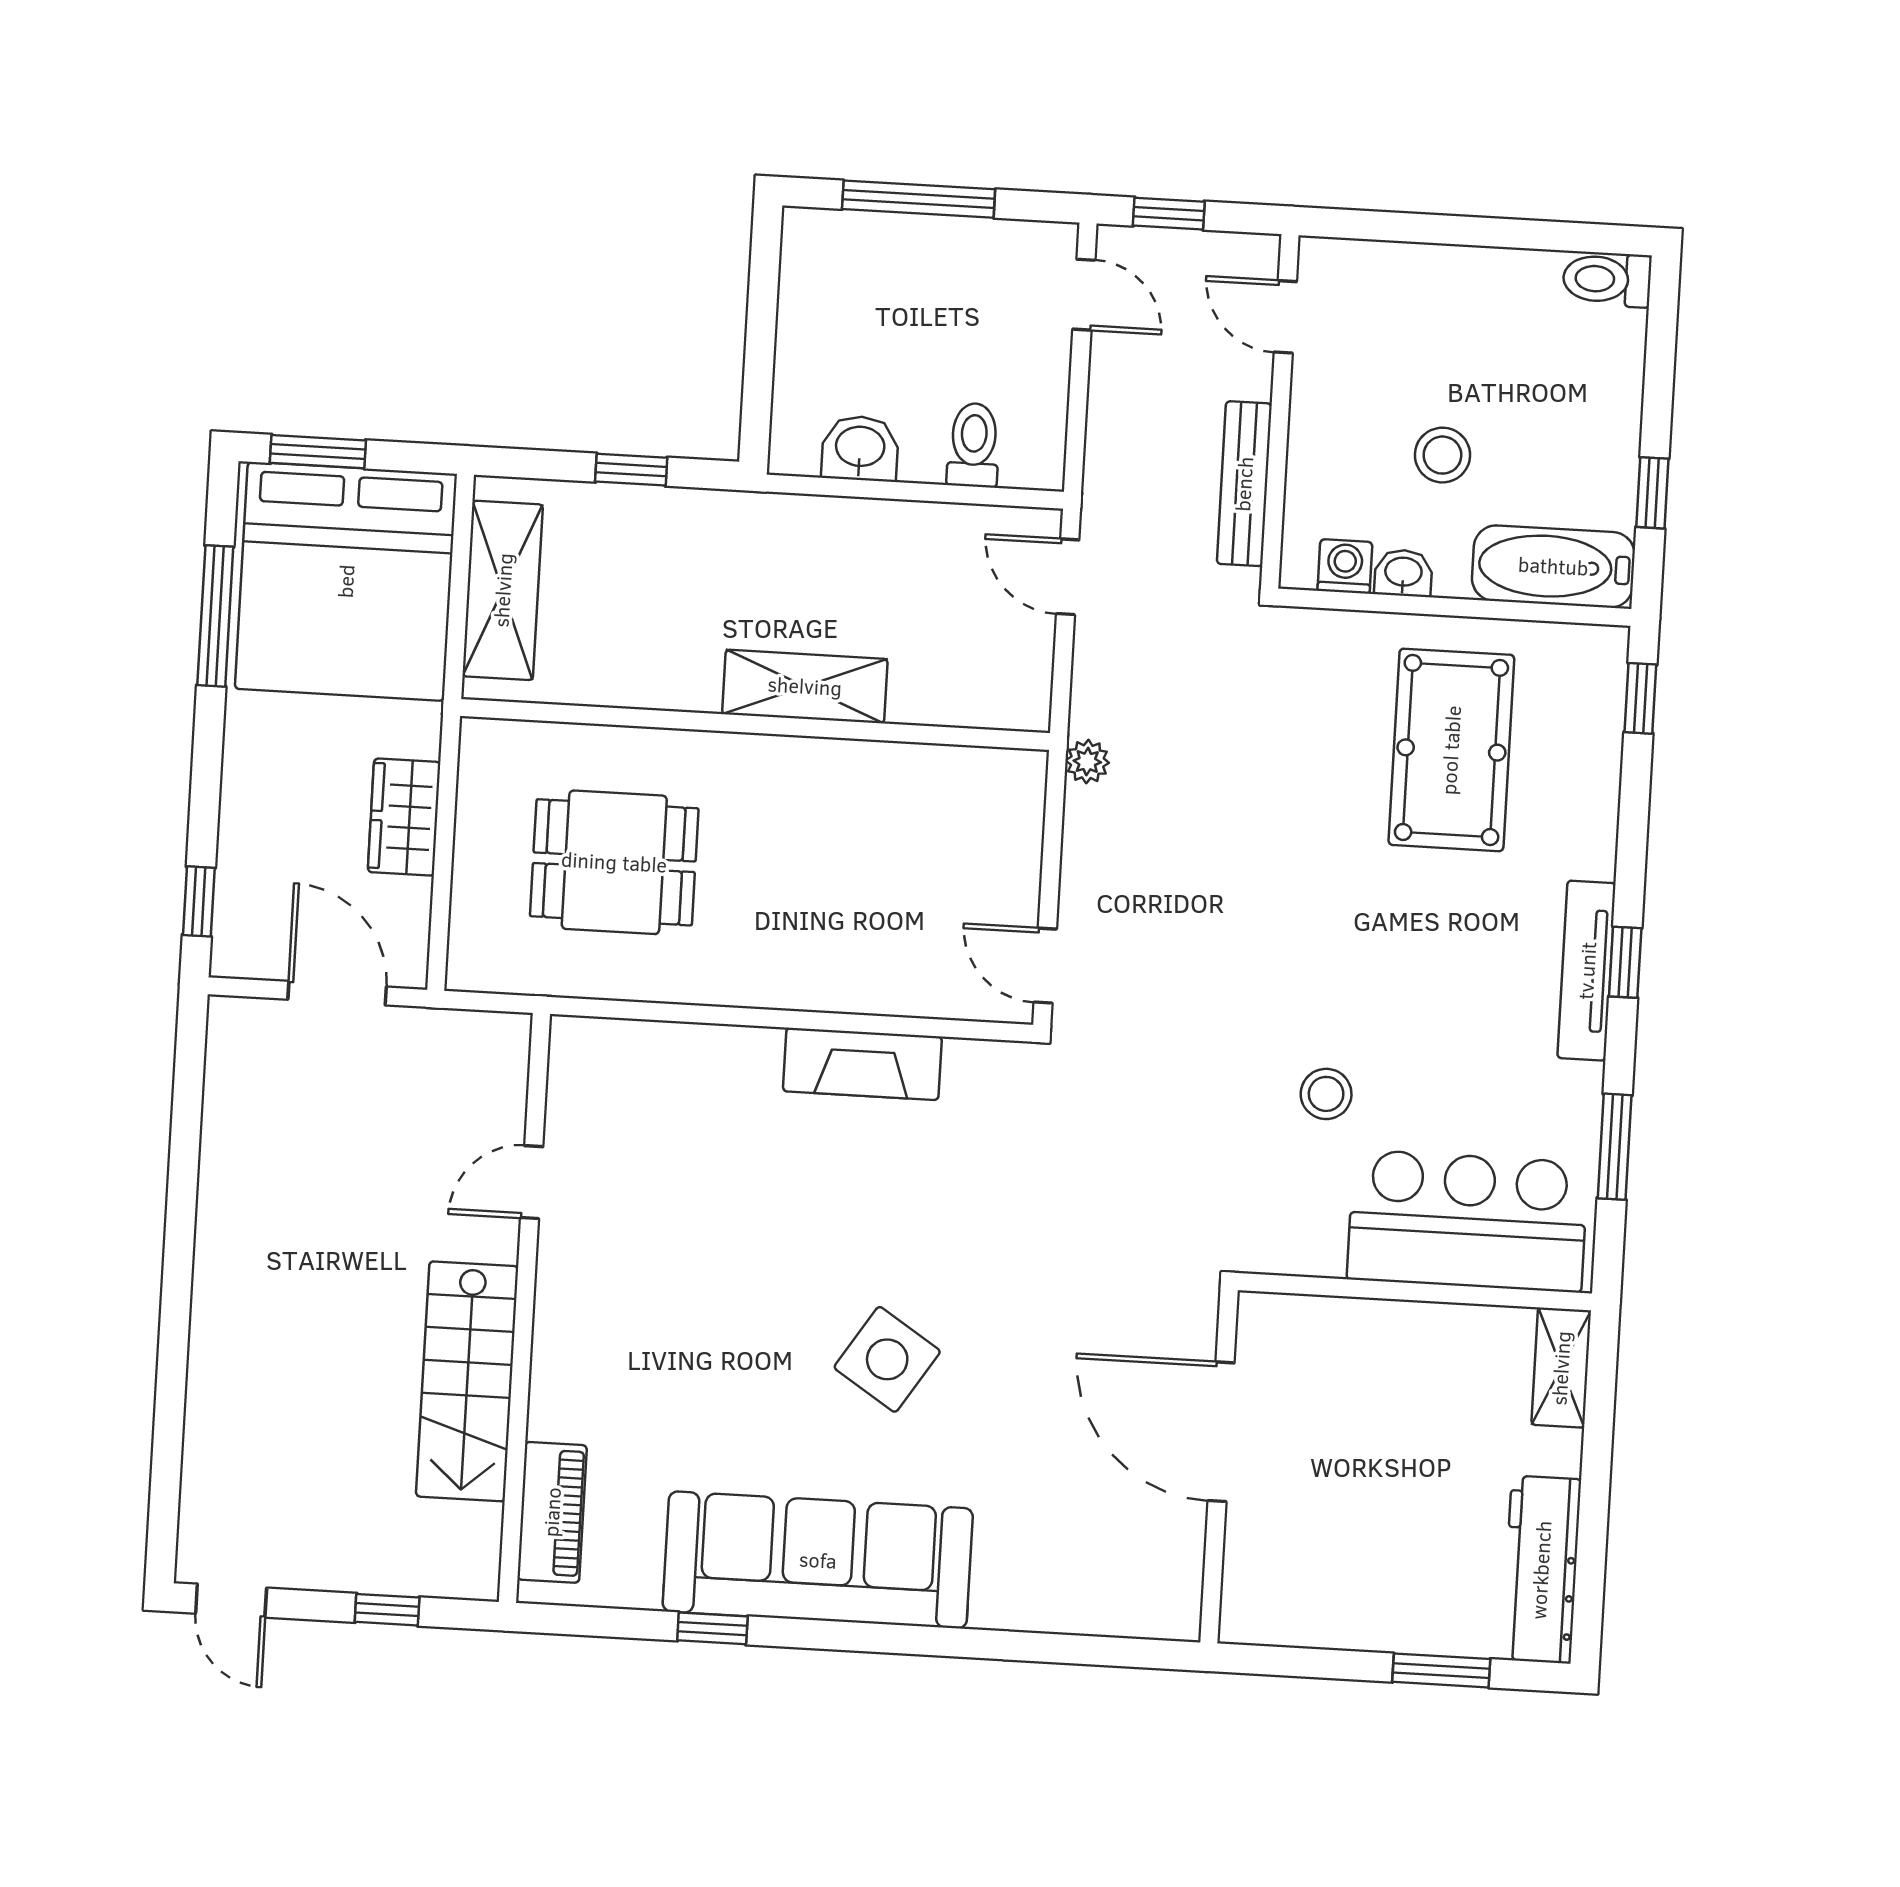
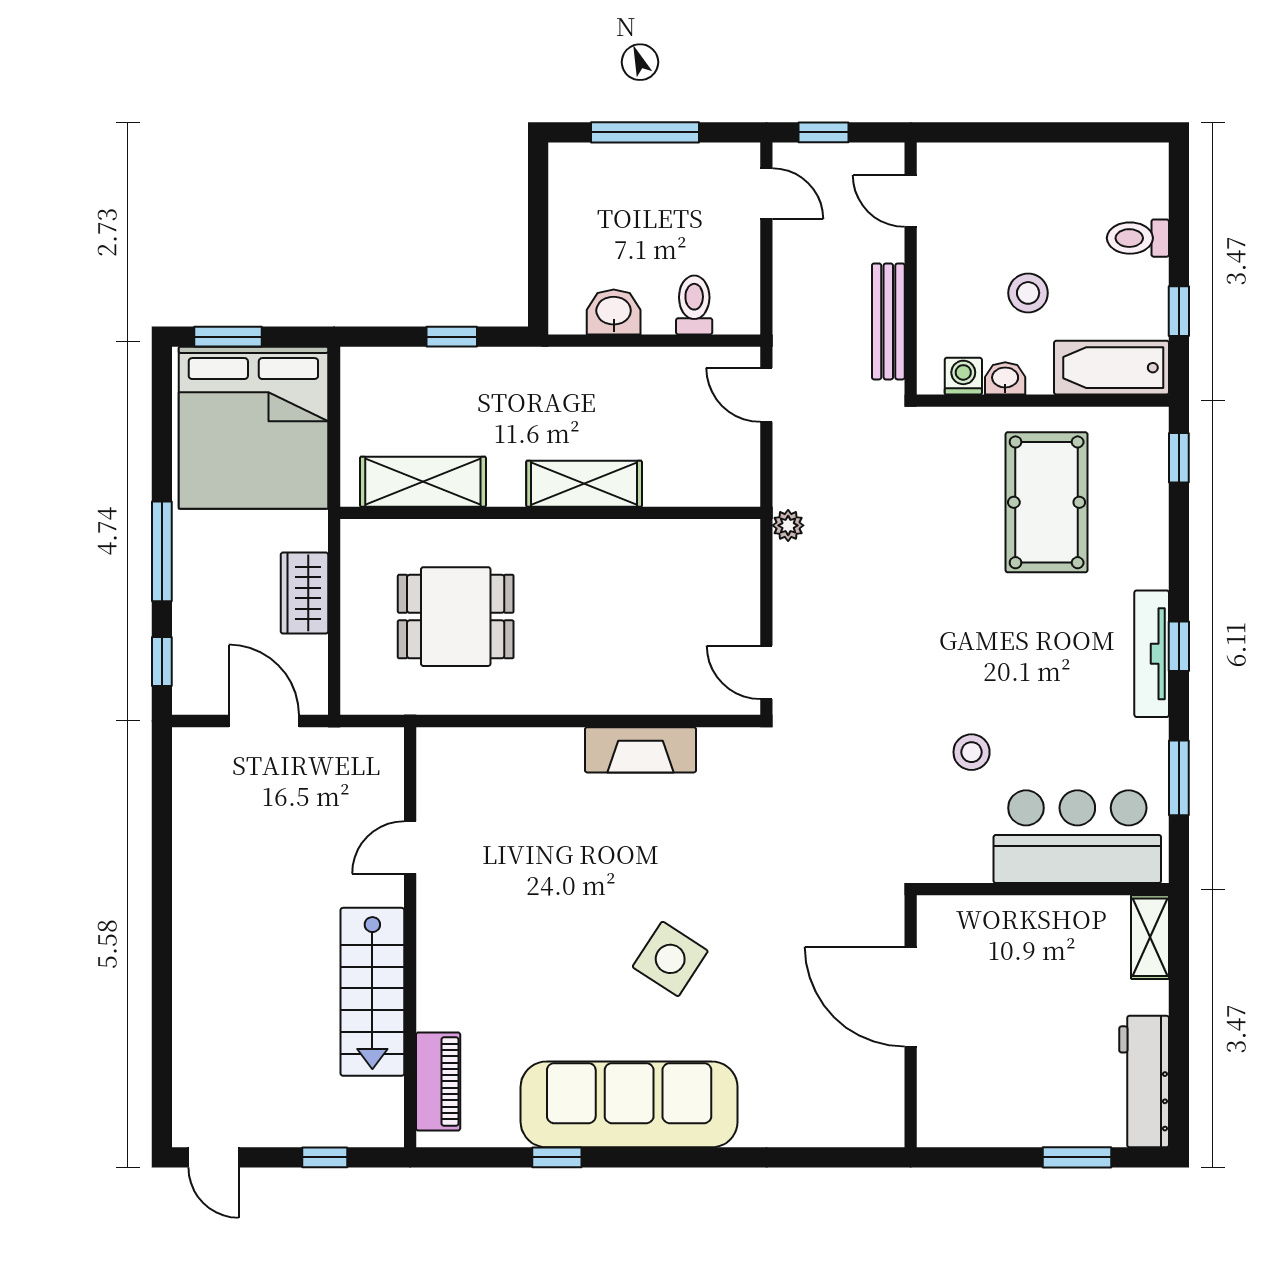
toilet: (1607, 279) -> (1138, 238), moved
shelving: (503, 590) -> (423, 482), moved, turned 90
window: (215, 616) -> (162, 551), moved

